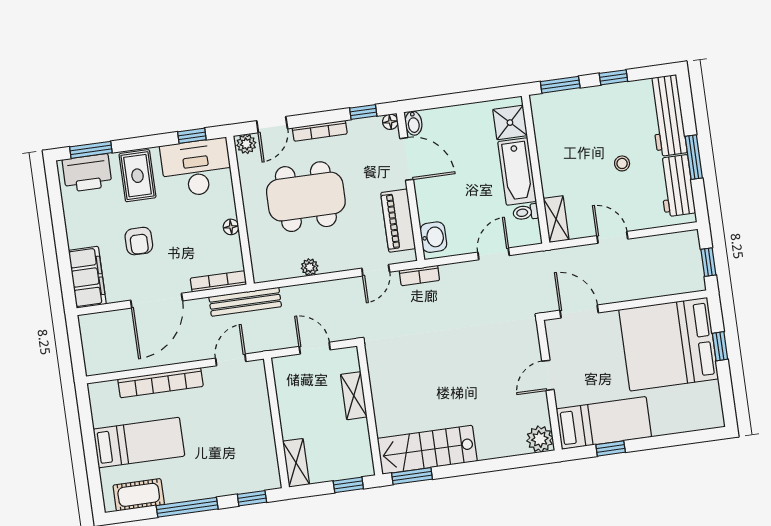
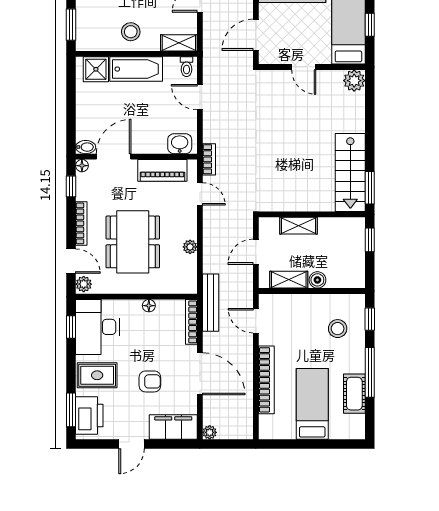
stool: (562, 159) -> (131, 32), added
toilet: (526, 212) -> (187, 67), moved
door: (60, 229) -> (132, 444), added
plant: (87, 322) -> (210, 432), added
boiler: (291, 428) -> (317, 280), added
stool: (235, 461) -> (338, 329), added
shelving: (296, 463) -> (289, 280), moved
cot: (139, 495) -> (354, 394), moved

